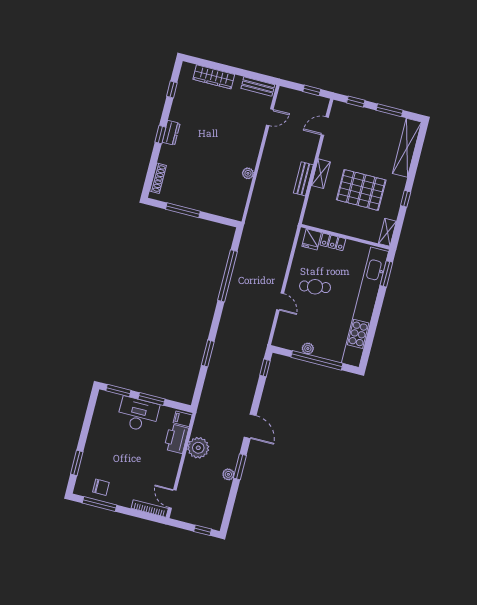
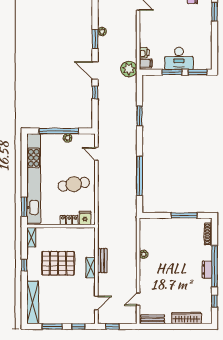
window: (160, 135) -> (215, 266), width x3.17
cafe table: (315, 287) -> (74, 184), width x1.37, depth x1.35
door: (280, 302) -> (96, 154), moved
window: (265, 368) -> (95, 92), moved
printer: (176, 439) -> (144, 53), width x0.53, depth x0.68
plant: (198, 448) -> (129, 69), moved

